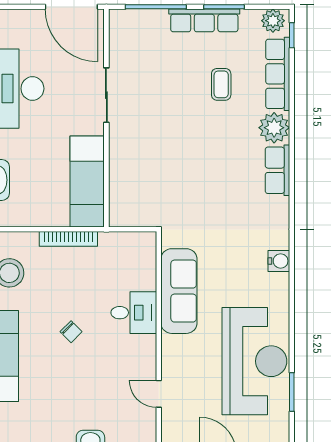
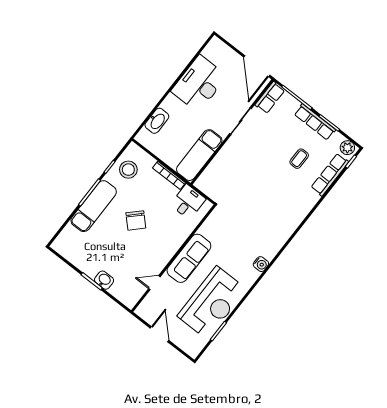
plant: (274, 128) -> (308, 199), removed
row of seats: (277, 170) -> (270, 98), moved, turned 180
sofa: (179, 291) -> (189, 258), moved
desk: (134, 313) -> (188, 202), moved, turned -90
chair: (71, 332) -> (136, 220), width x1.87, depth x1.87
door: (159, 394) -> (154, 283), hinge flipped

